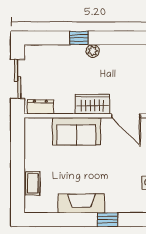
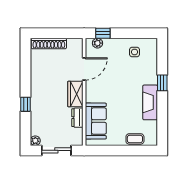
plant: (93, 51) -> (35, 141), moved
dresser: (40, 107) -> (77, 118), moved
sofa: (76, 131) -> (96, 121), moved

